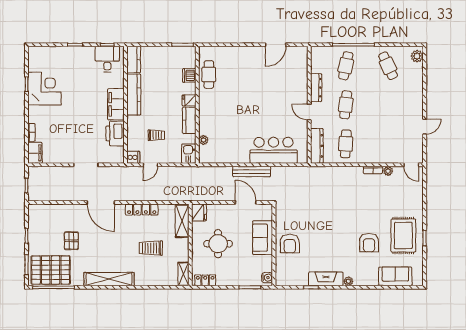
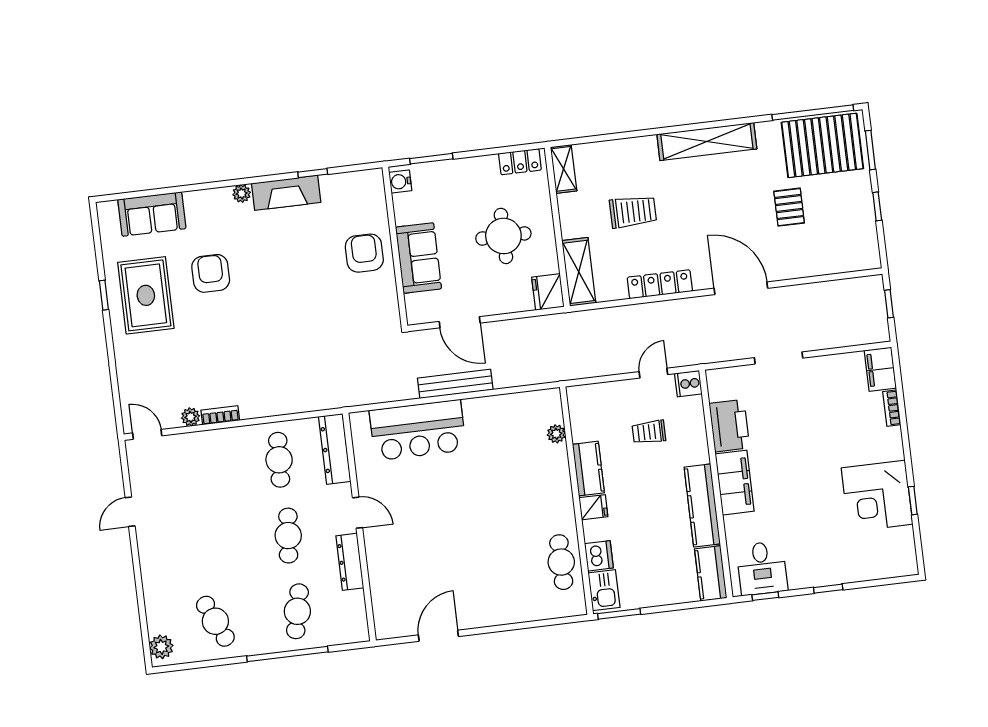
kitchen sink: (189, 154) -> (604, 590), moved

